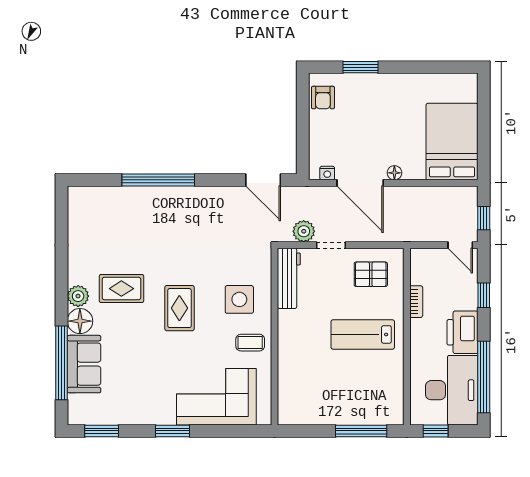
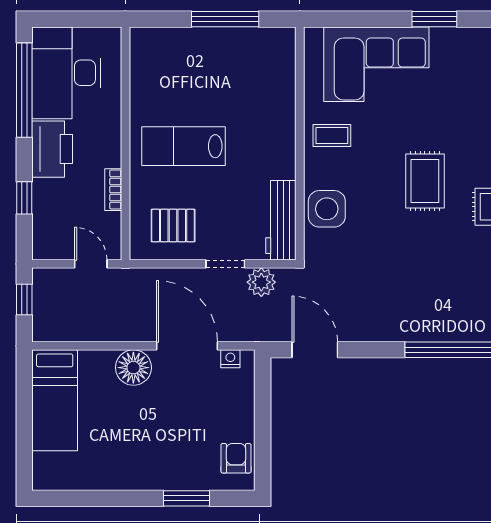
bed: (452, 142) -> (55, 400), width x0.67
floor lamp: (394, 173) -> (133, 368), width x1.89, depth x1.89
door: (460, 245) -> (91, 264), moved
side table: (239, 299) -> (327, 209), moved
lab bench: (363, 334) -> (184, 146), turned 180
window: (361, 431) -> (225, 19), moved
window: (436, 431) -> (88, 19), removed

